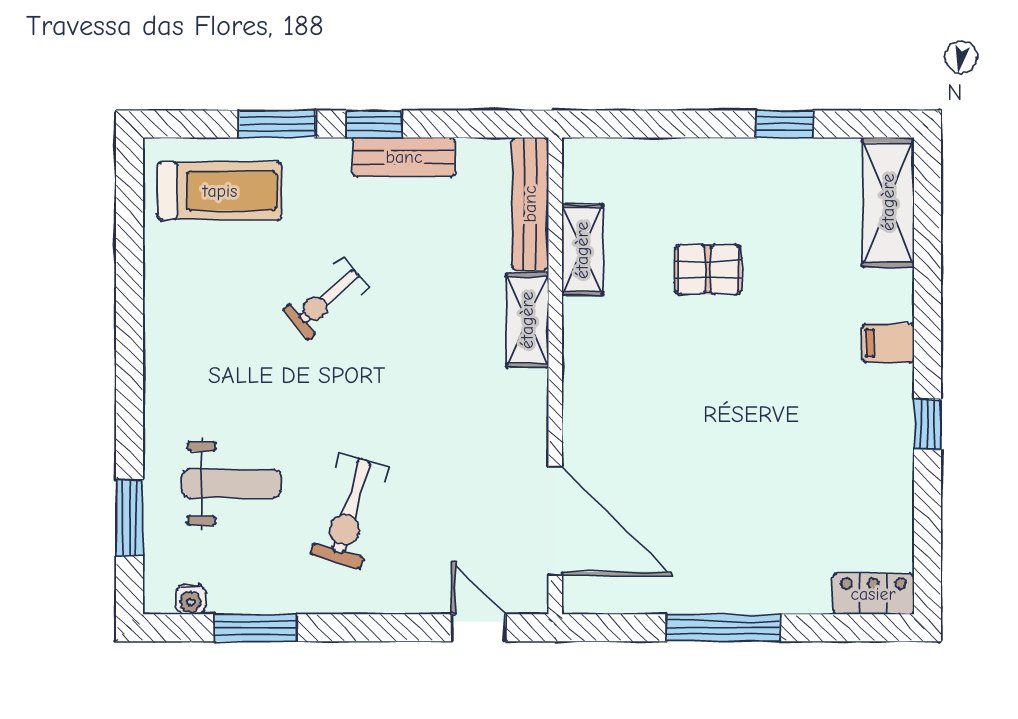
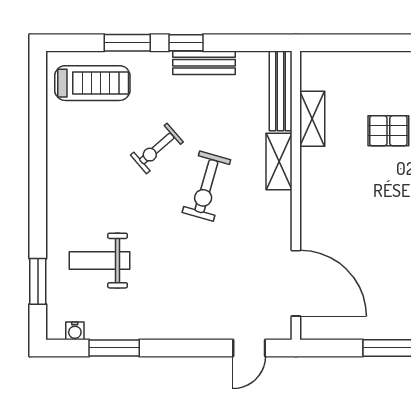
weight bench: (231, 483) -> (99, 261), turned 180
exercise bike: (350, 511) -> (206, 186), moved
door: (478, 628) -> (249, 348), swing flipped

